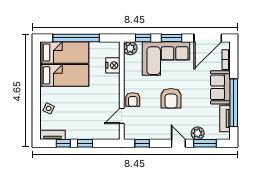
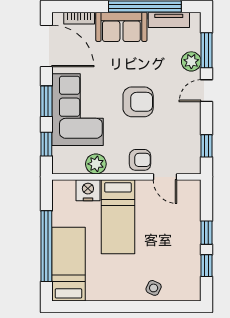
plant: (130, 48) -> (96, 164), moved
bed: (64, 75) -> (118, 217), moved, turned 180
tv unit: (53, 135) -> (194, 282), removed

